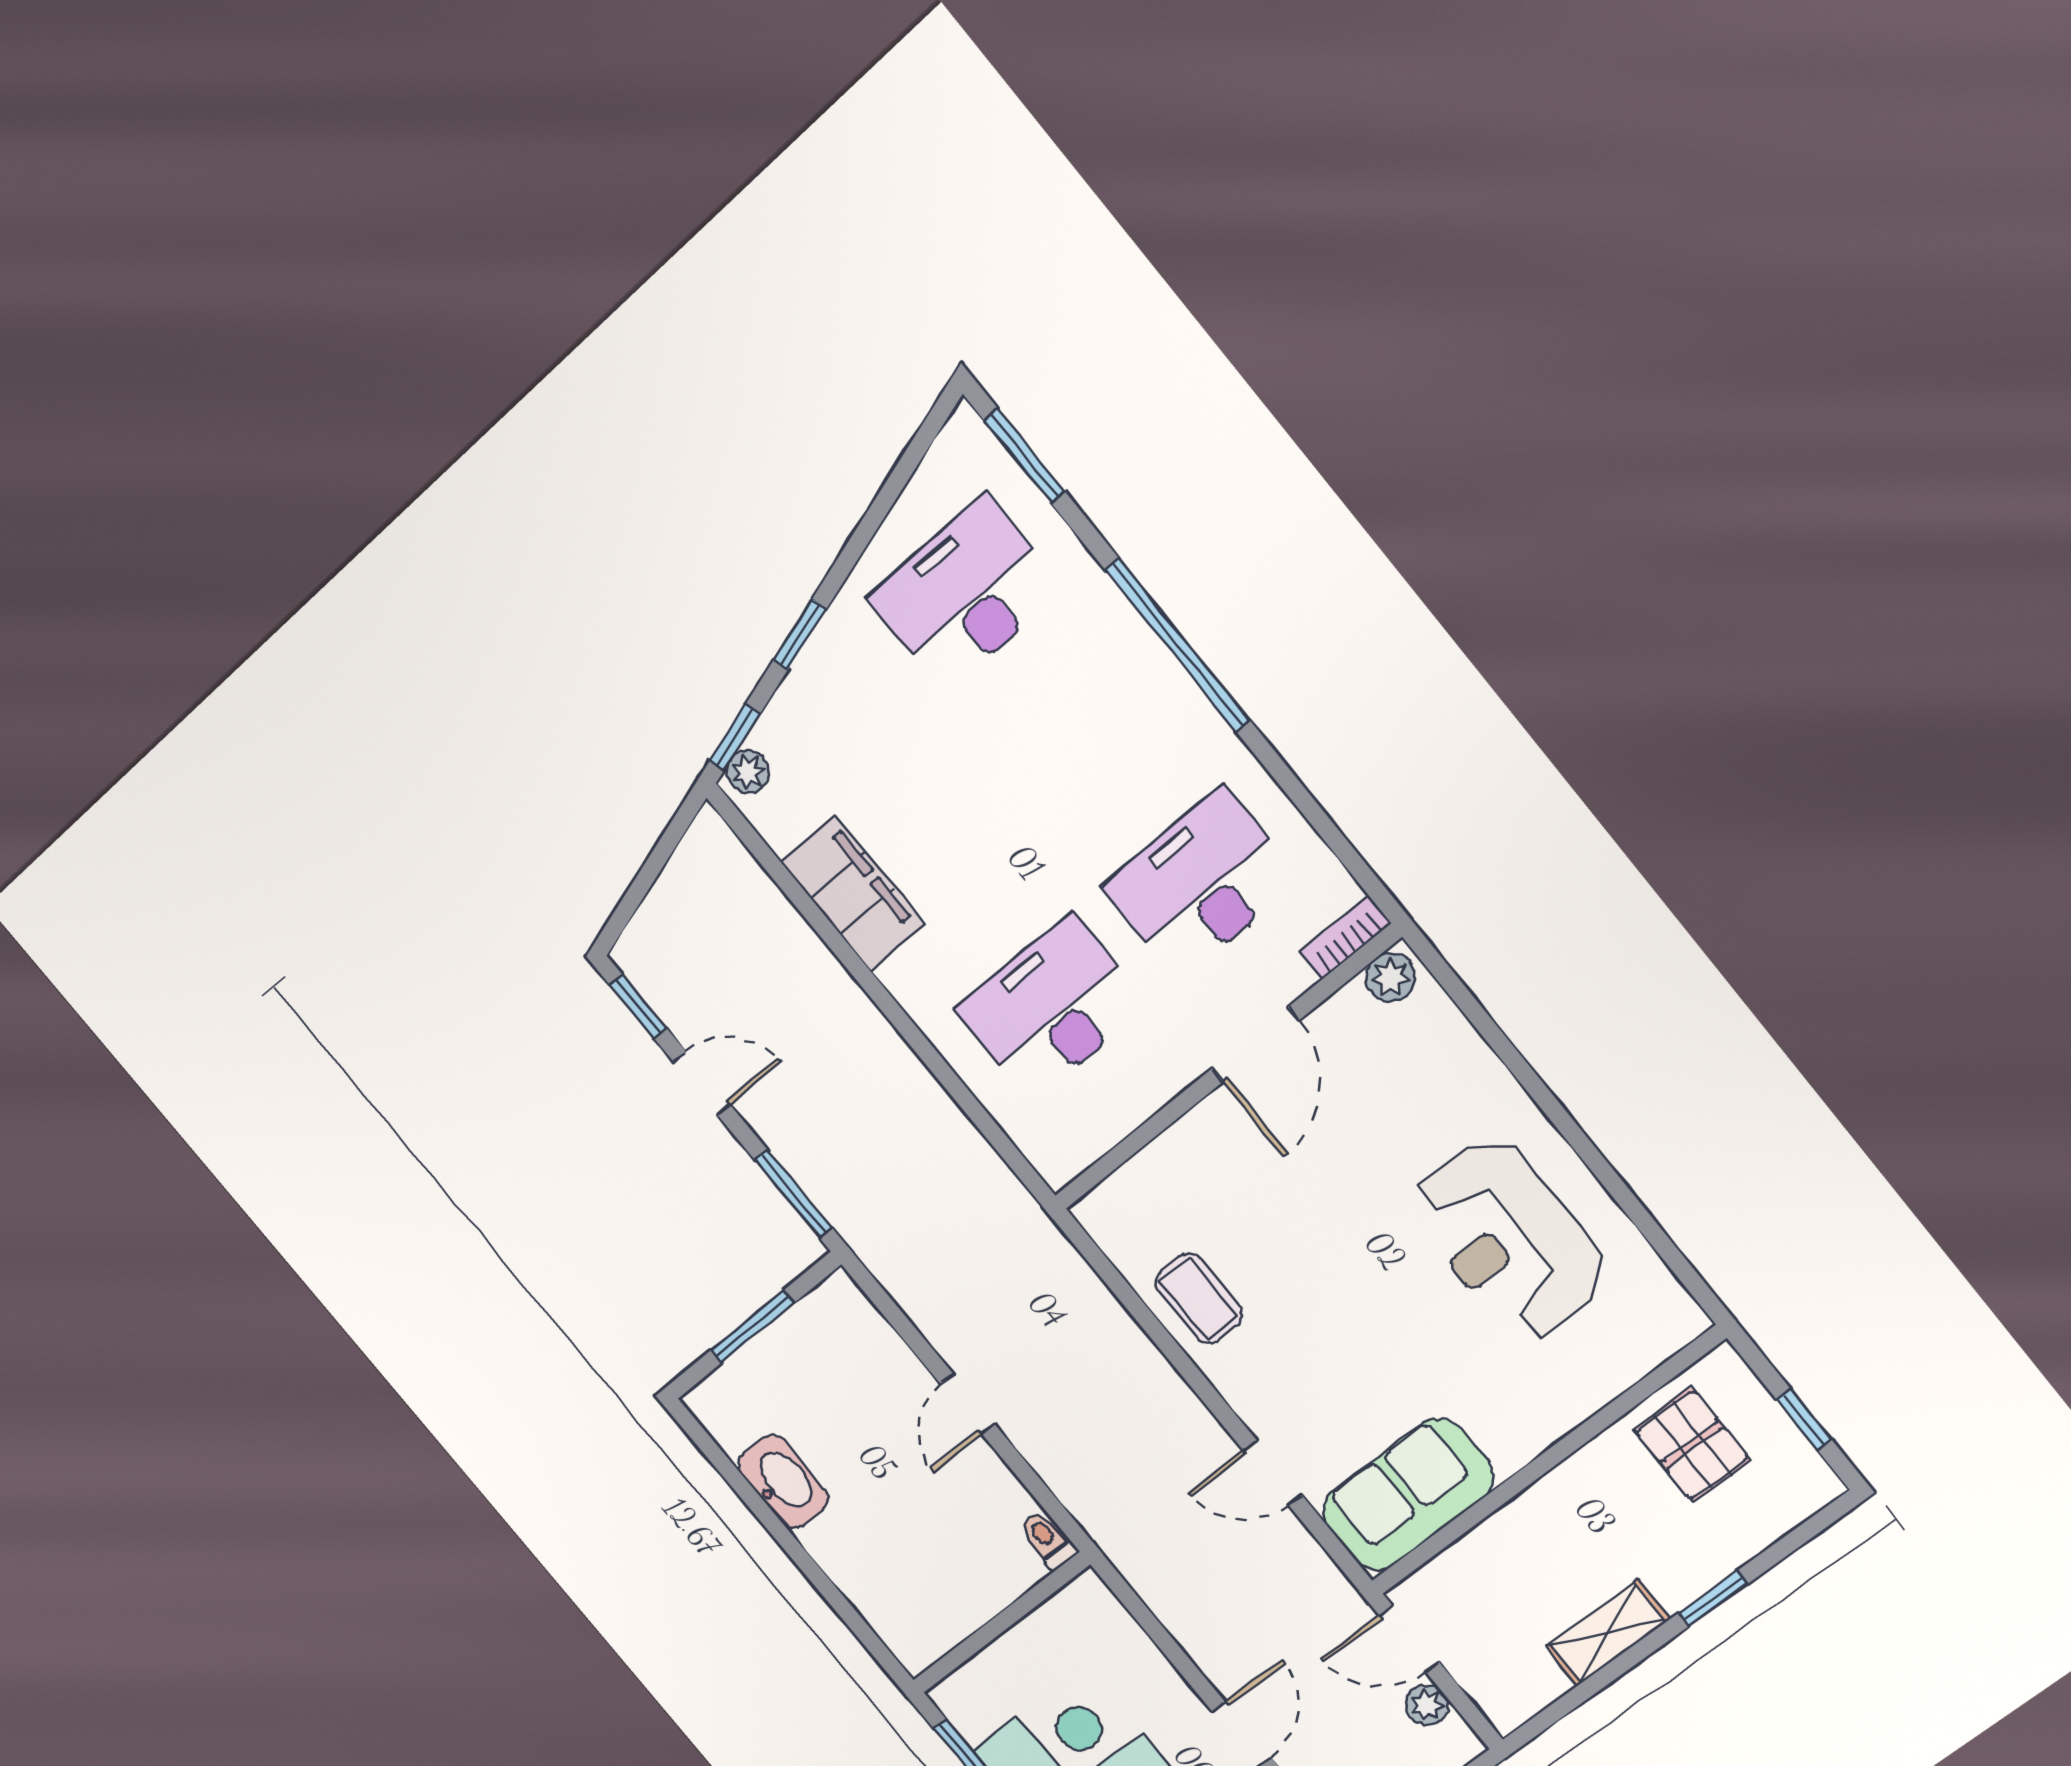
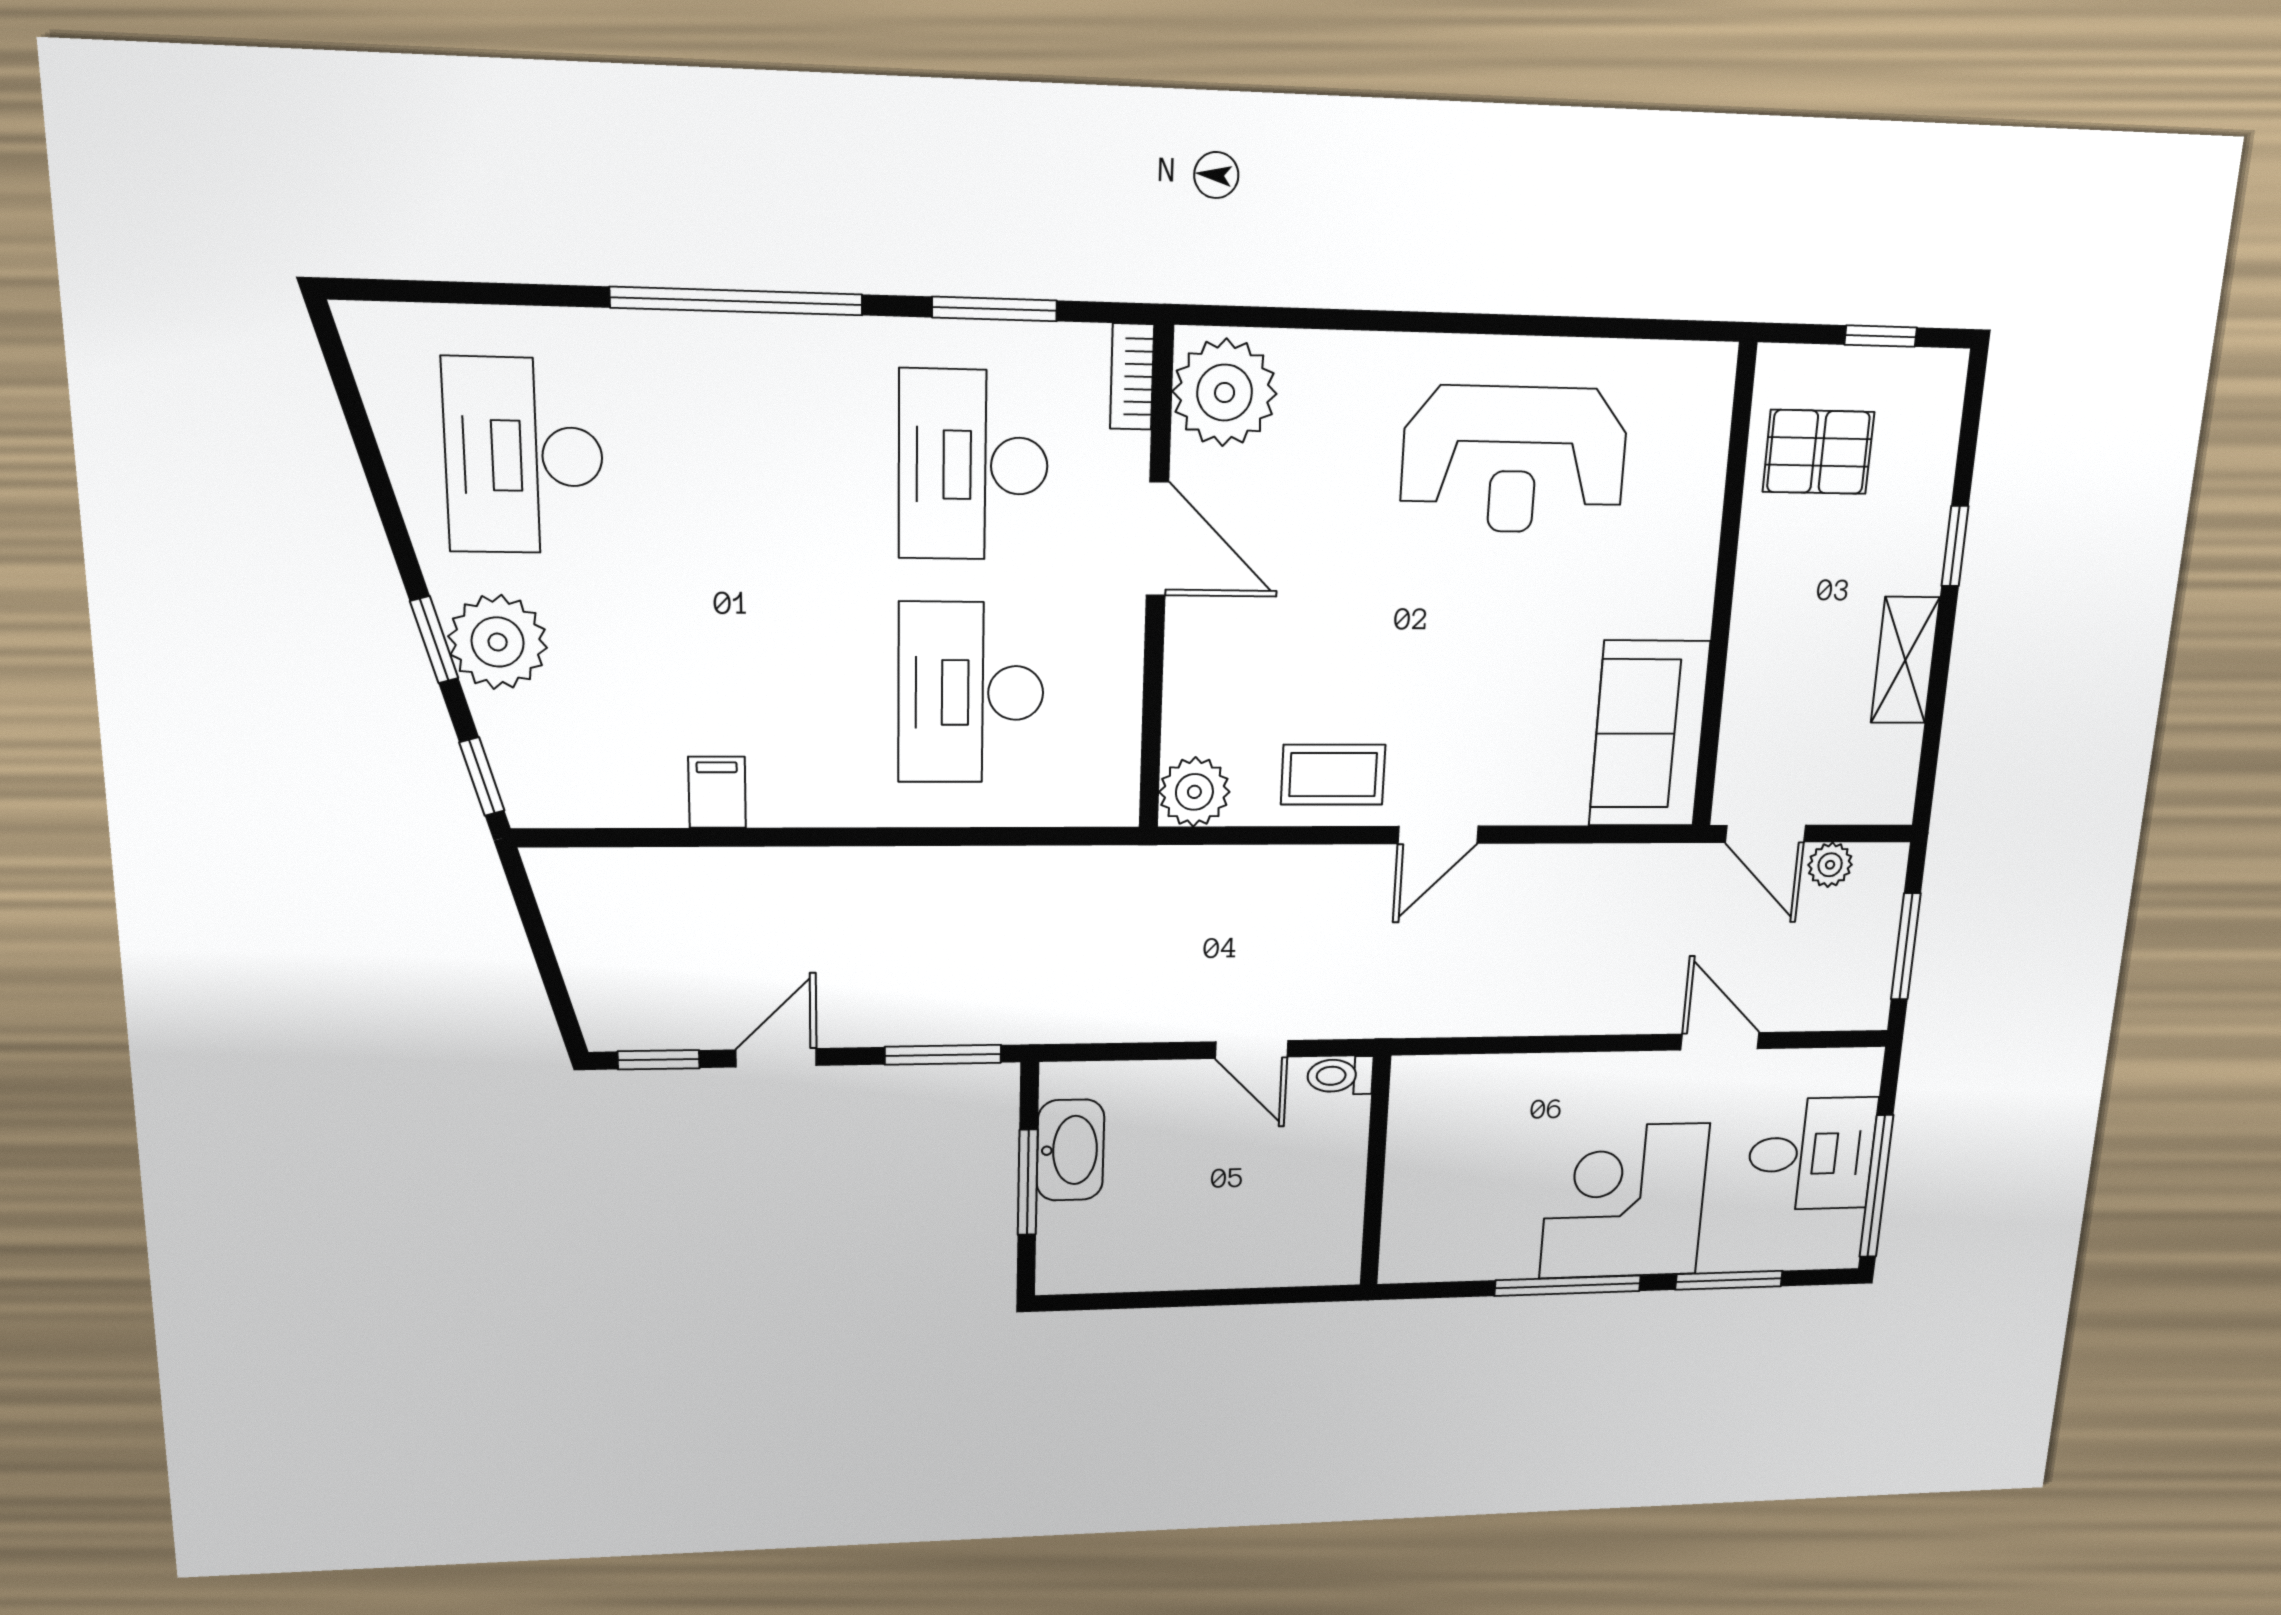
window: (1025, 456) -> (995, 309), moved
plant: (748, 772) -> (498, 642), moved, width x1.88, depth x1.88
filing cabinet: (853, 893) -> (717, 792), width x0.33, depth x0.86
plant: (1391, 977) -> (1225, 393), width x1.88, depth x1.88
plant: (1109, 1213) -> (1194, 792), added
door: (1273, 1473) -> (1438, 835), moved
washbasin: (783, 1482) -> (1070, 1150), moved, turned 90
toilet: (1048, 1540) -> (1340, 1076), moved
wall: (1001, 1623) -> (1375, 1172), moved
door: (1409, 1639) -> (1765, 834), hinge flipped

